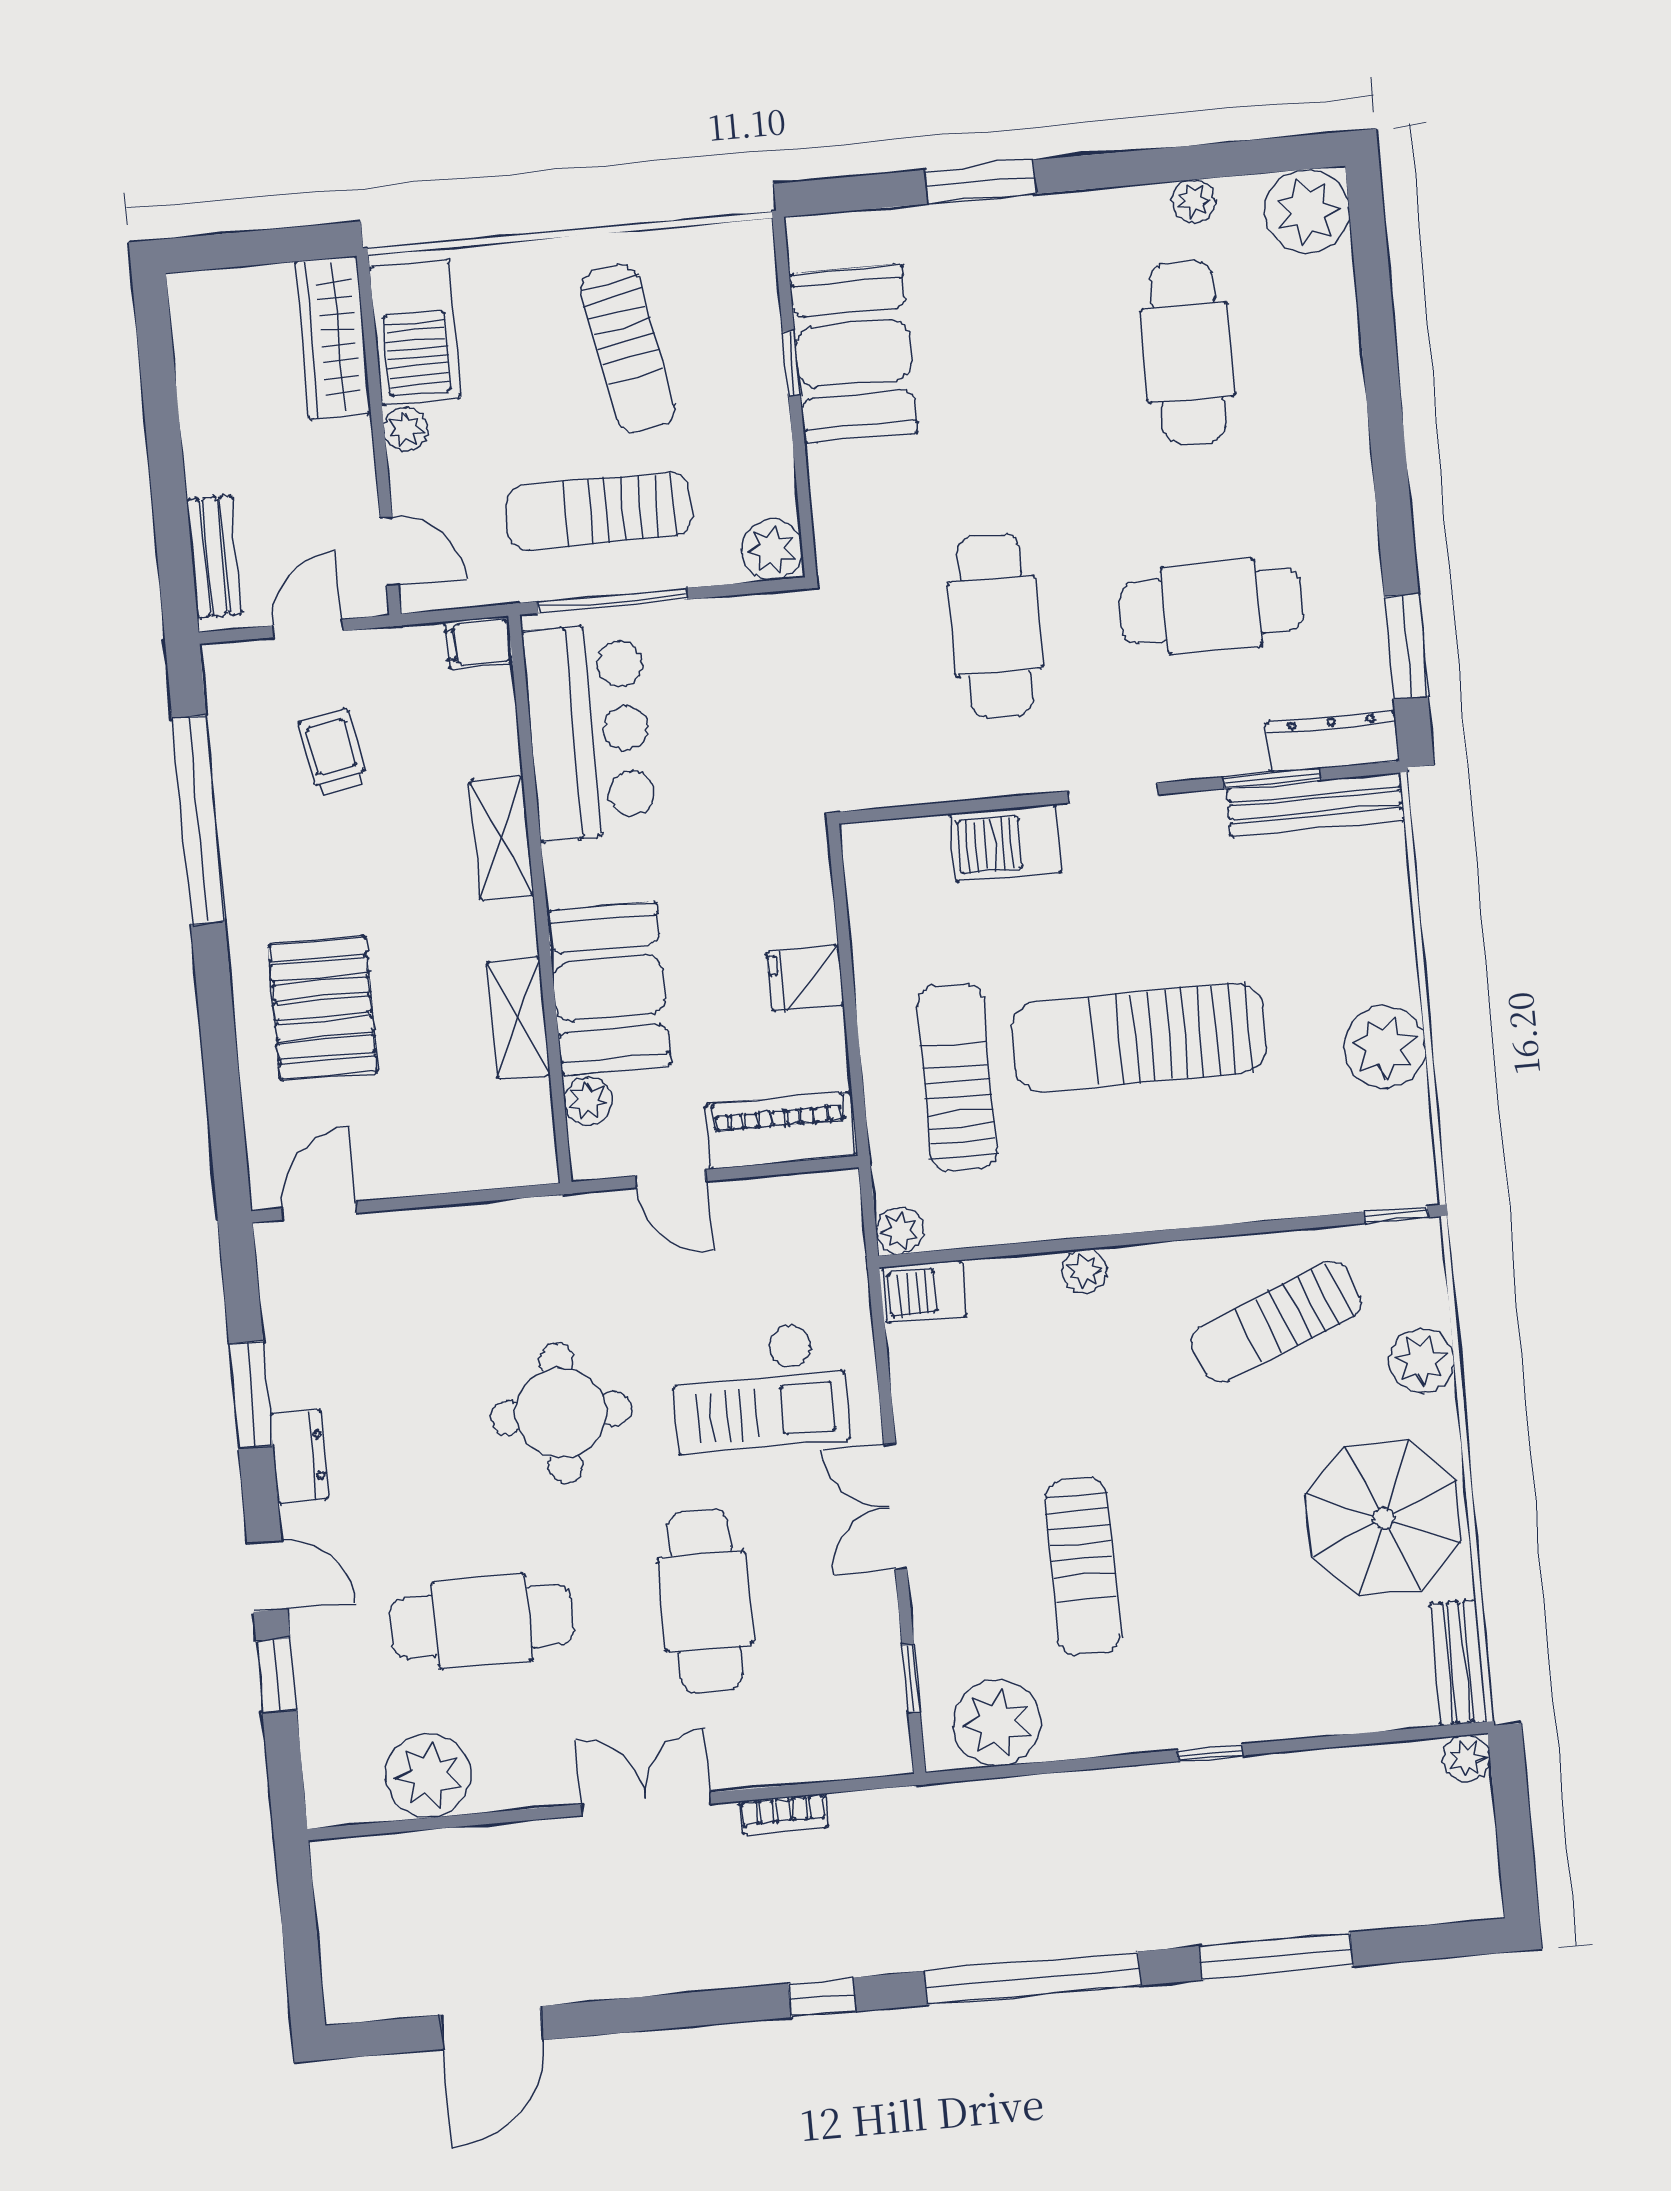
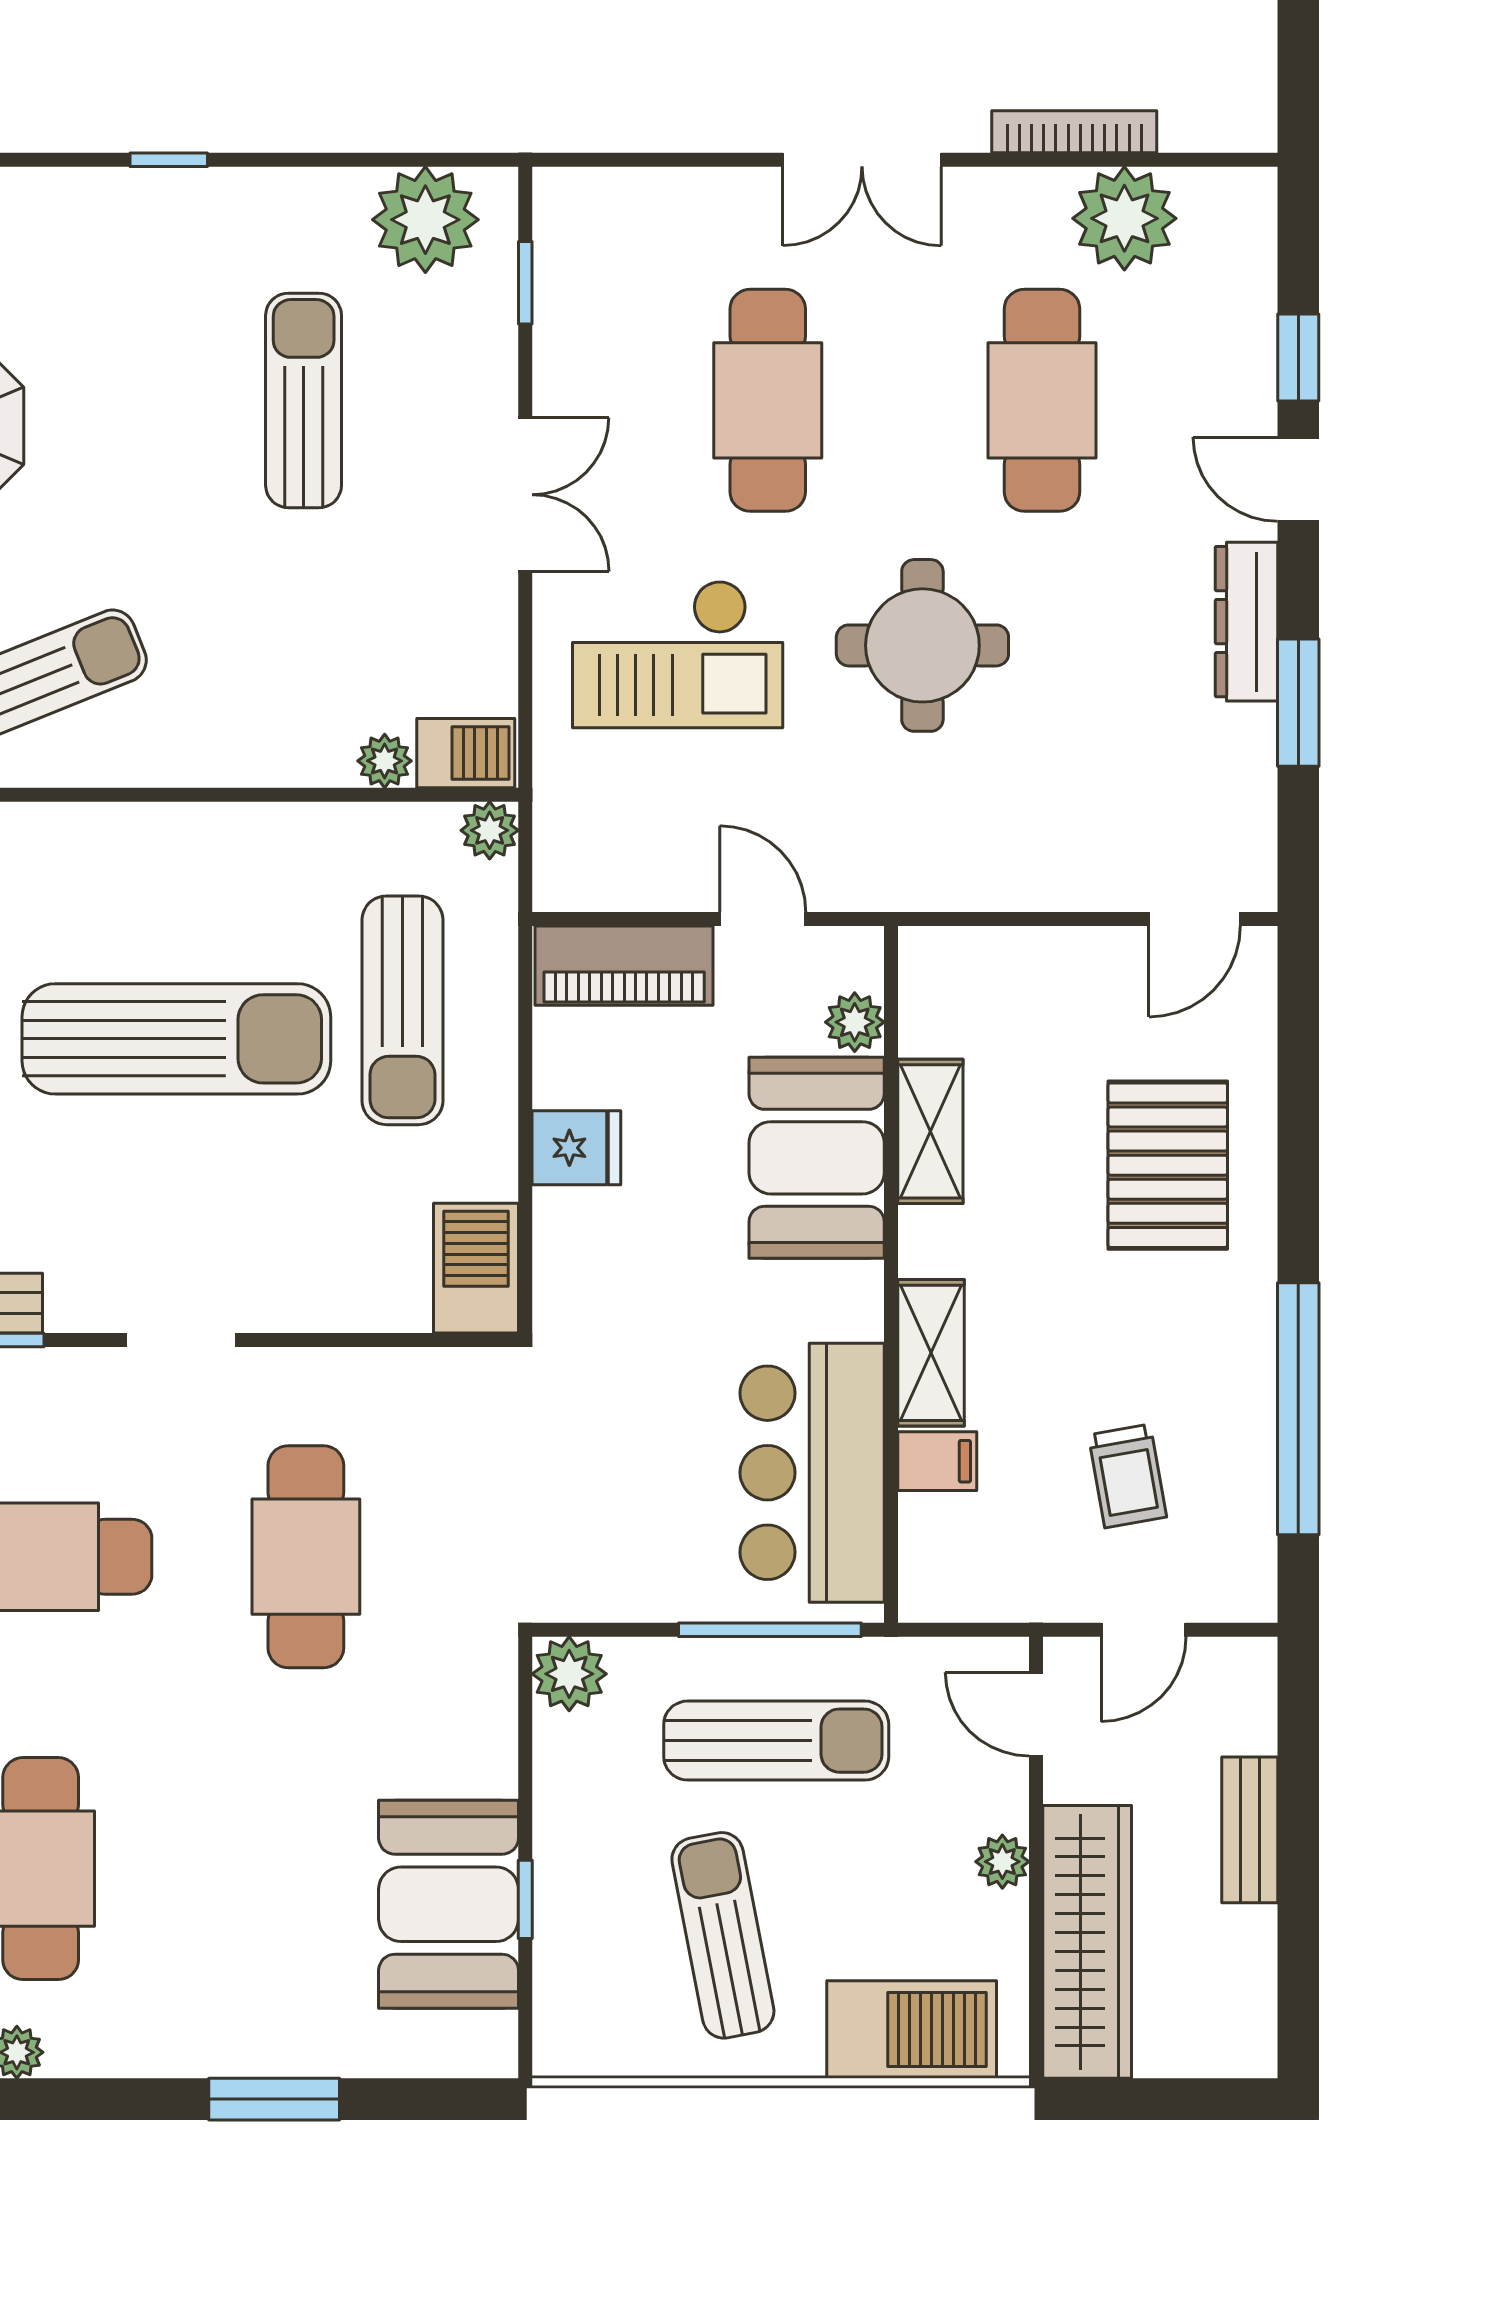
barbecue: (415, 332) -> (912, 2030), moved, turned 90
wardrobe: (333, 338) -> (1087, 1942), width x1.40, depth x1.17
bench: (214, 557) -> (1250, 1830), moved
filing cabinet: (479, 643) -> (937, 1461), moved
barbecue: (1005, 843) -> (476, 1268), moved, turned -90
plant: (1084, 1271) -> (385, 761), moved
checkout: (759, 1388) -> (678, 654), turned 180
dresser: (299, 1456) -> (1246, 622), width x1.44
cafe table: (482, 1621) -> (1042, 400), turned 90
bookcase: (784, 1814) -> (1074, 132), moved, width x1.56

